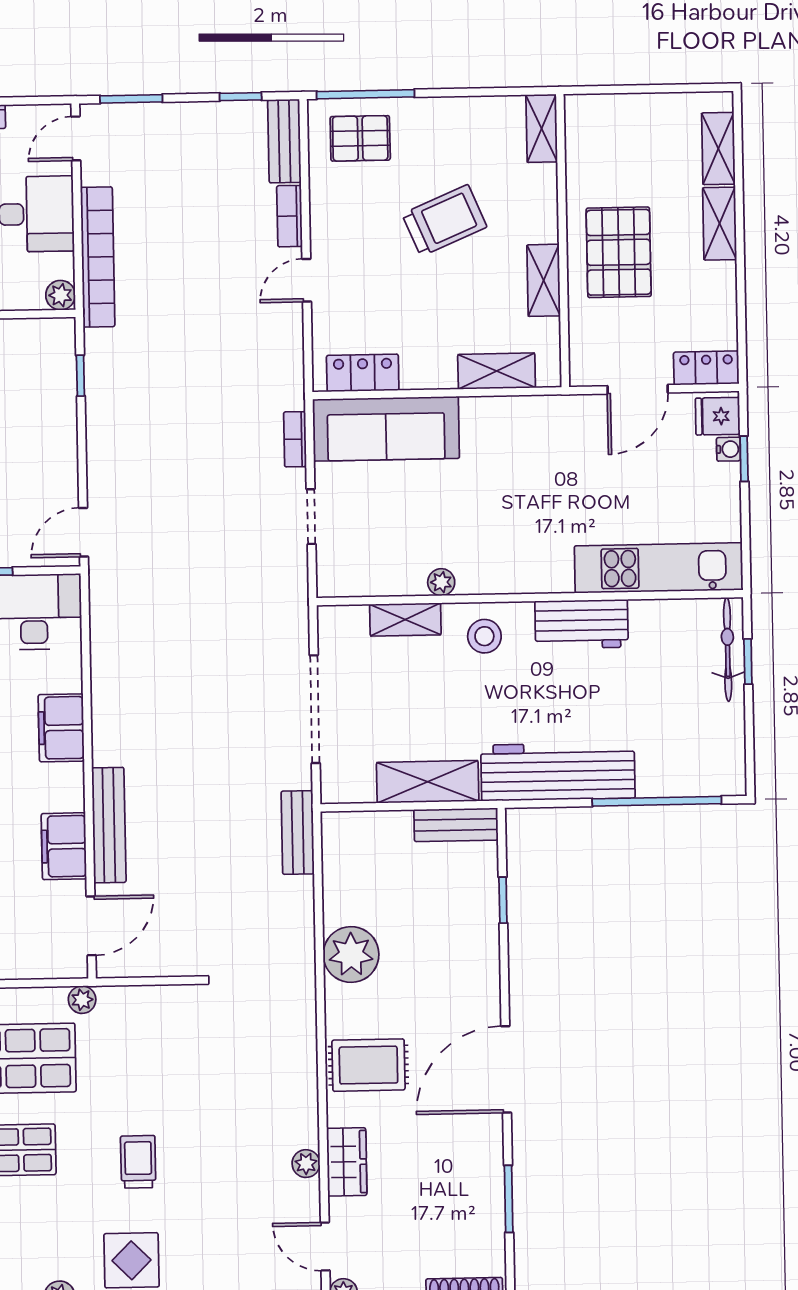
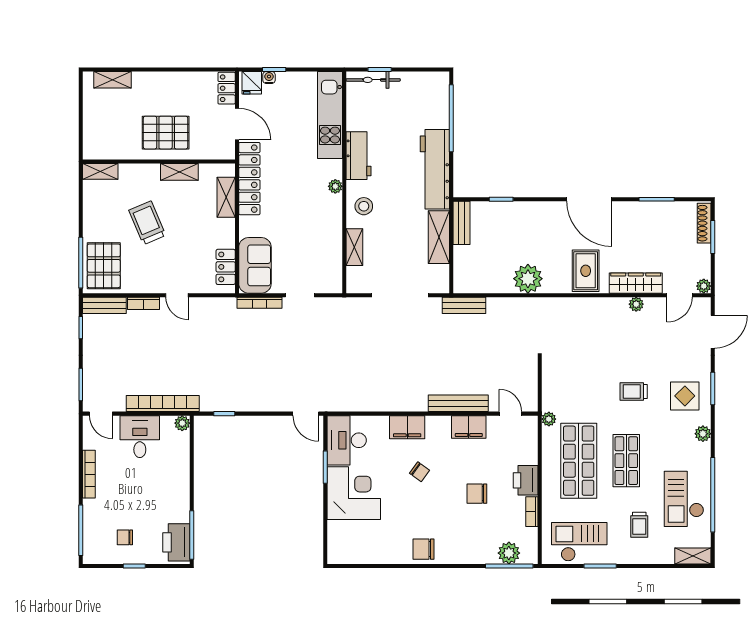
pallet: (360, 138) -> (104, 266), width x1.50, depth x1.42
shelving: (720, 224) -> (152, 80), removed
locker: (533, 415) -> (249, 179), added
sofa: (386, 429) -> (255, 265), width x0.73
bookcase: (295, 439) -> (259, 303), width x1.56
plant: (441, 582) -> (335, 186), moved
door: (91, 926) -> (510, 414), width x0.73
wardrobe: (347, 1162) -> (636, 283), width x1.50

